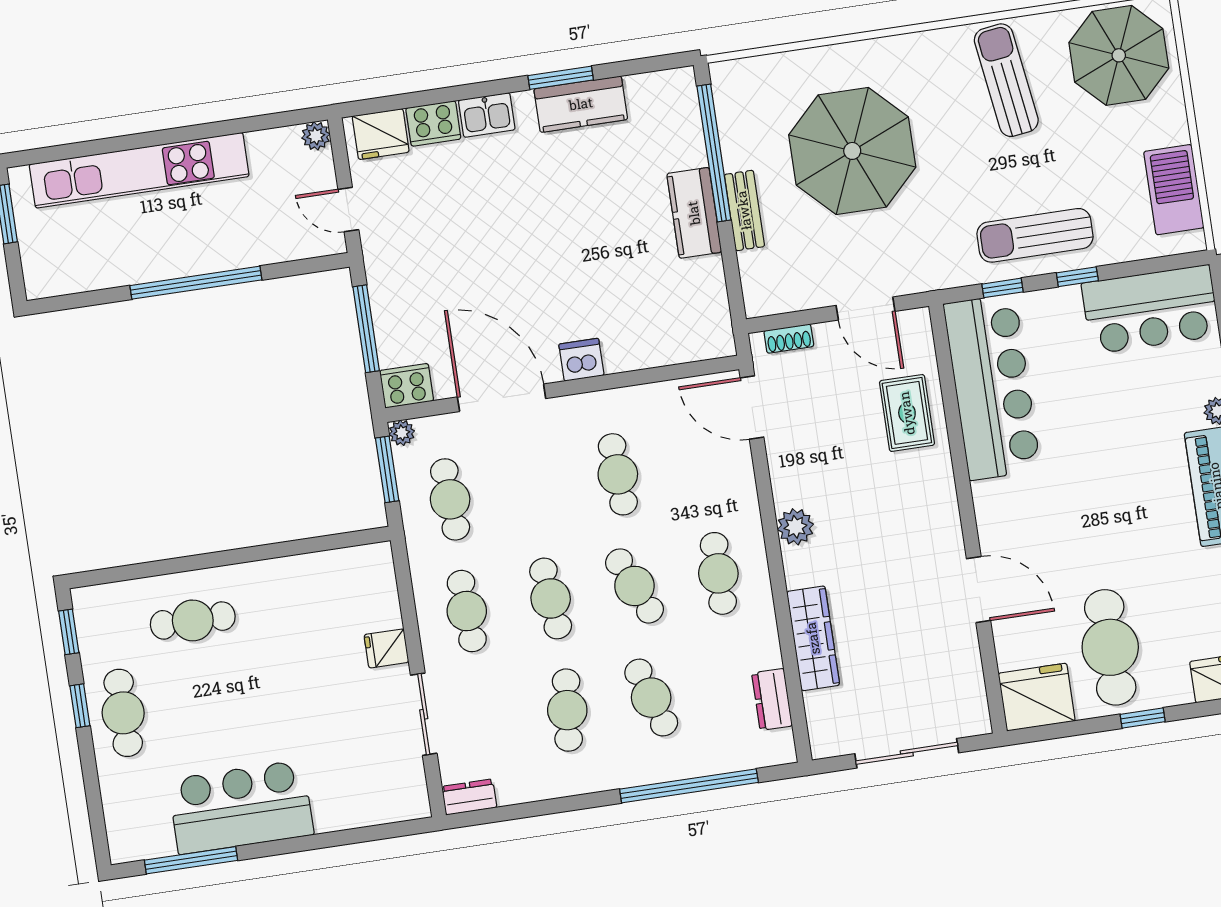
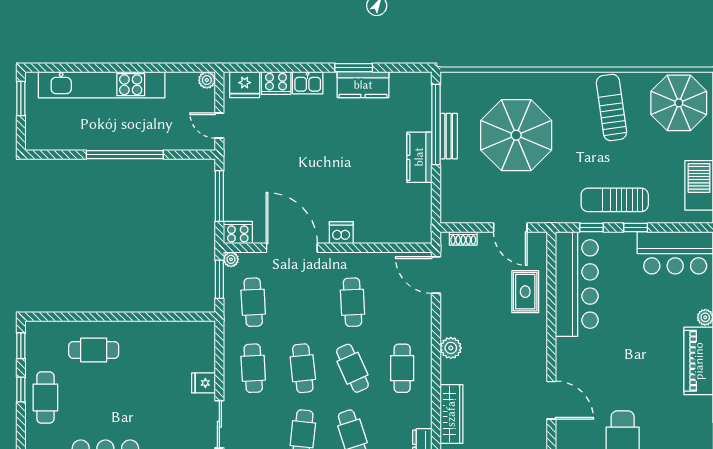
bench: (744, 210) -> (449, 136), moved

